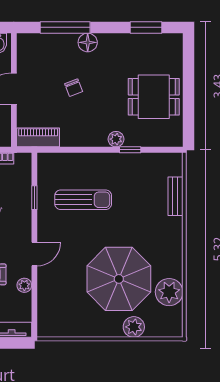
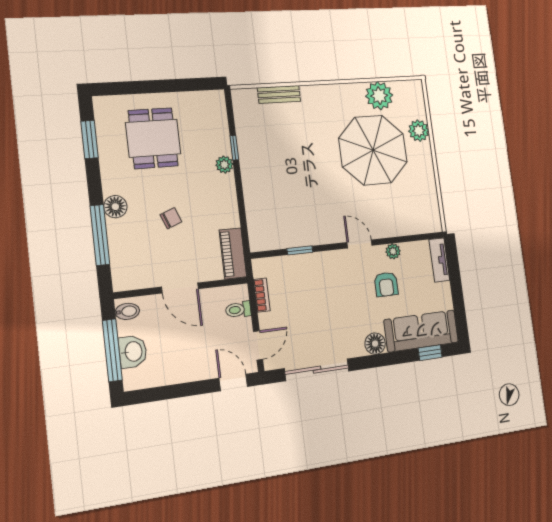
dining table: (154, 97) -> (153, 138), moved
sun lounger: (83, 200) -> (295, 196), removed

